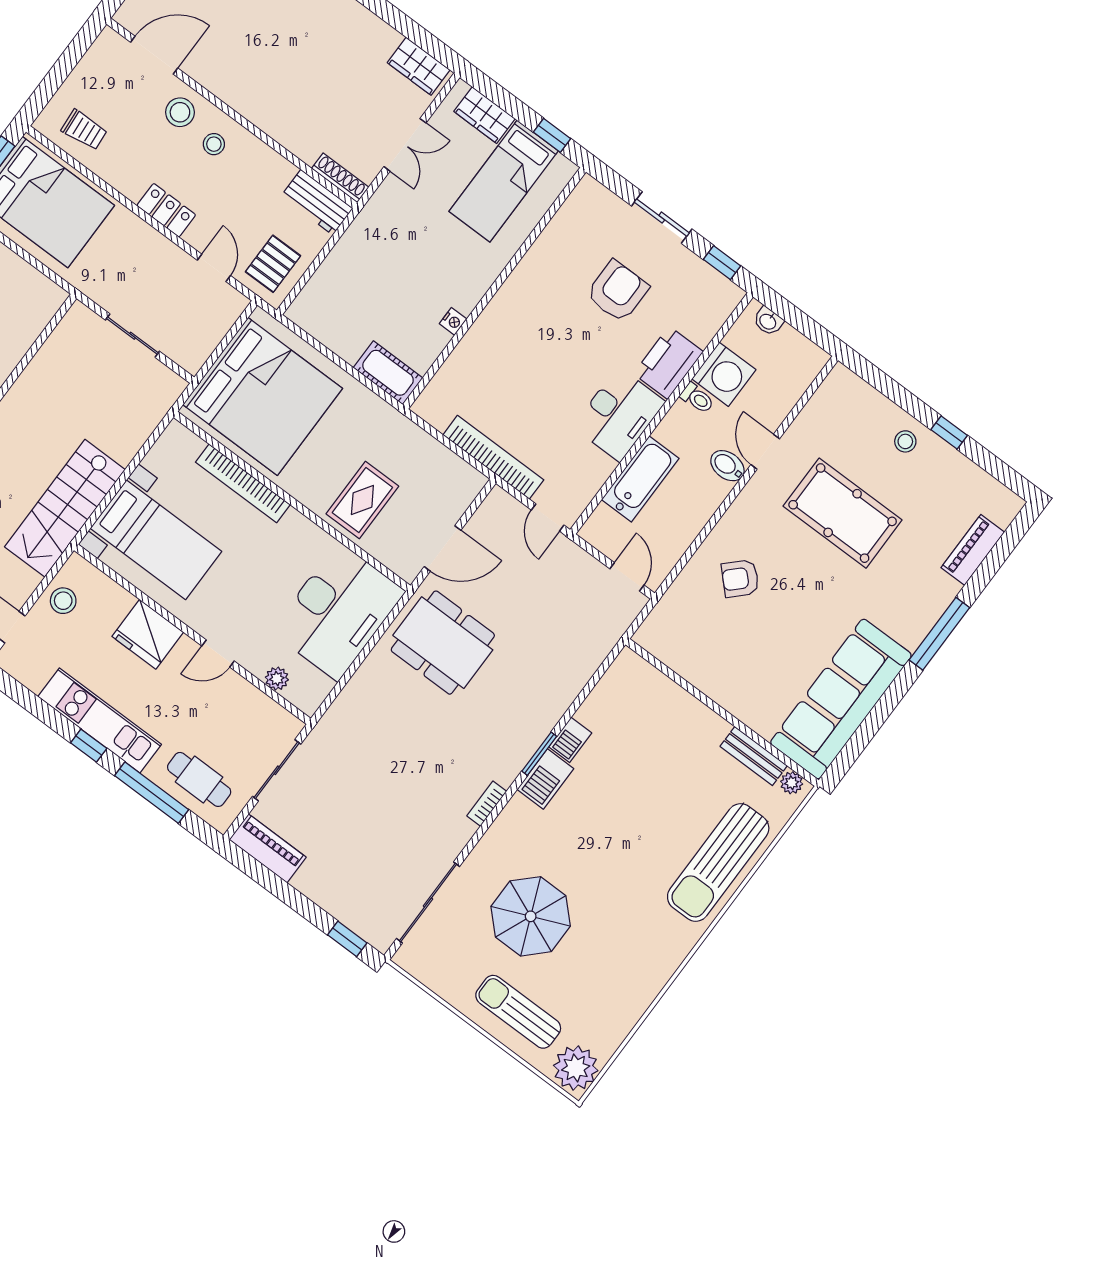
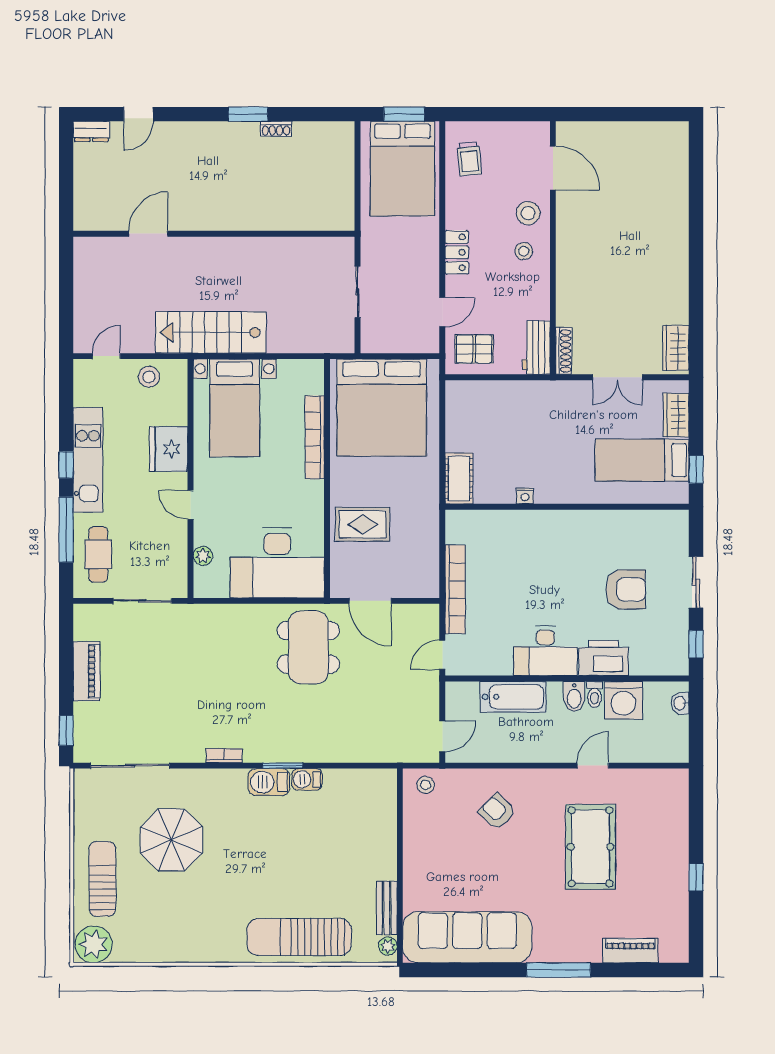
stool: (905, 441) -> (426, 785), moved
bidet: (727, 466) -> (574, 697), moved, turned 180
piano: (268, 848) -> (87, 671), moved

